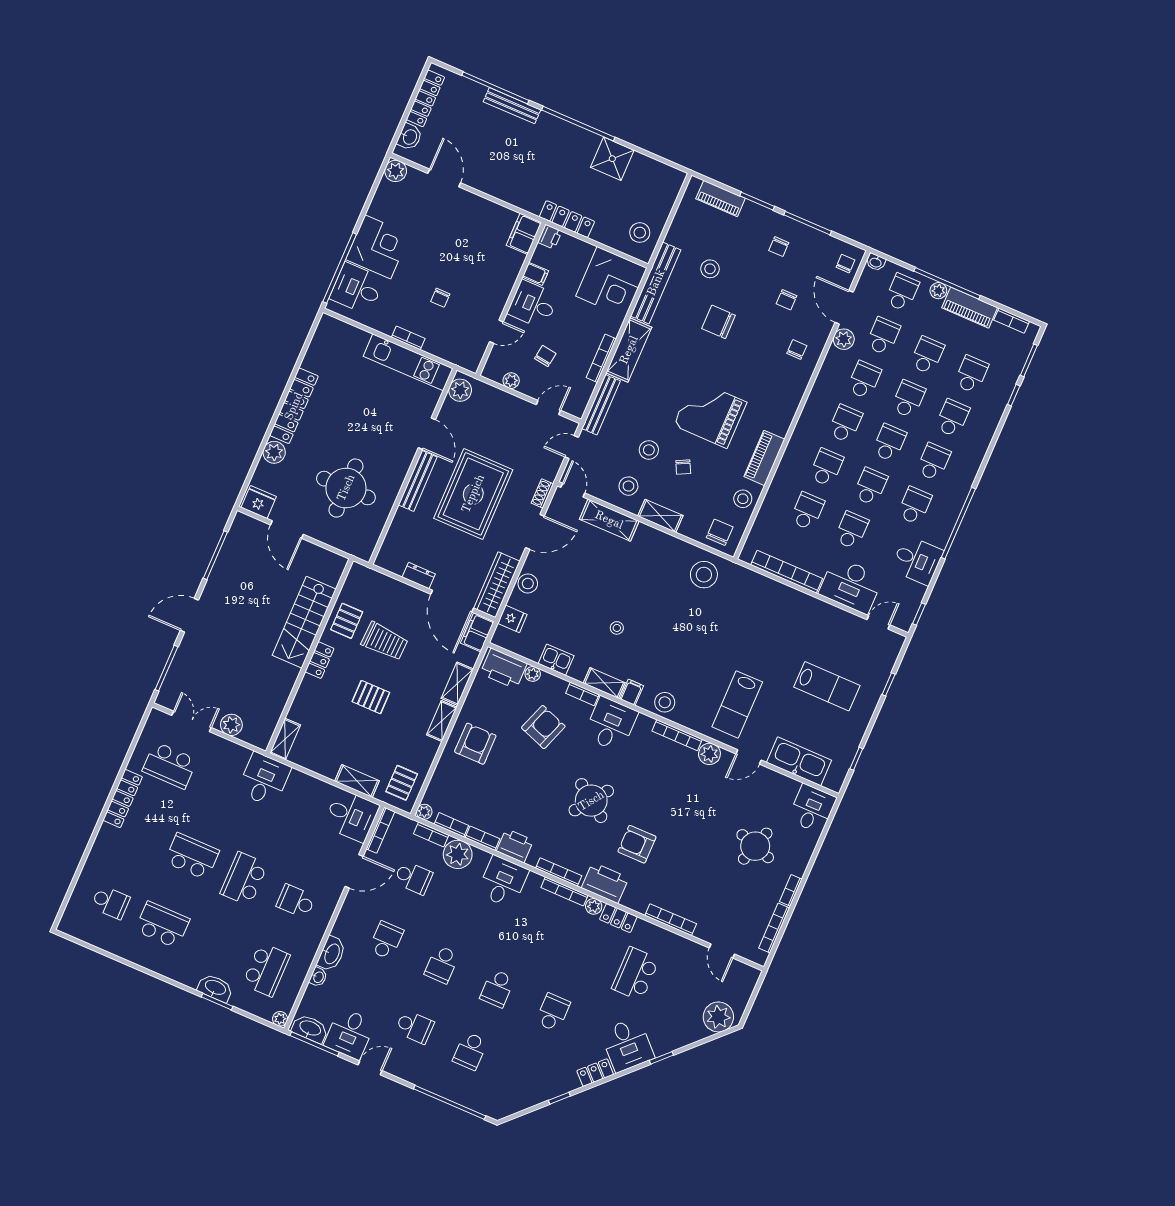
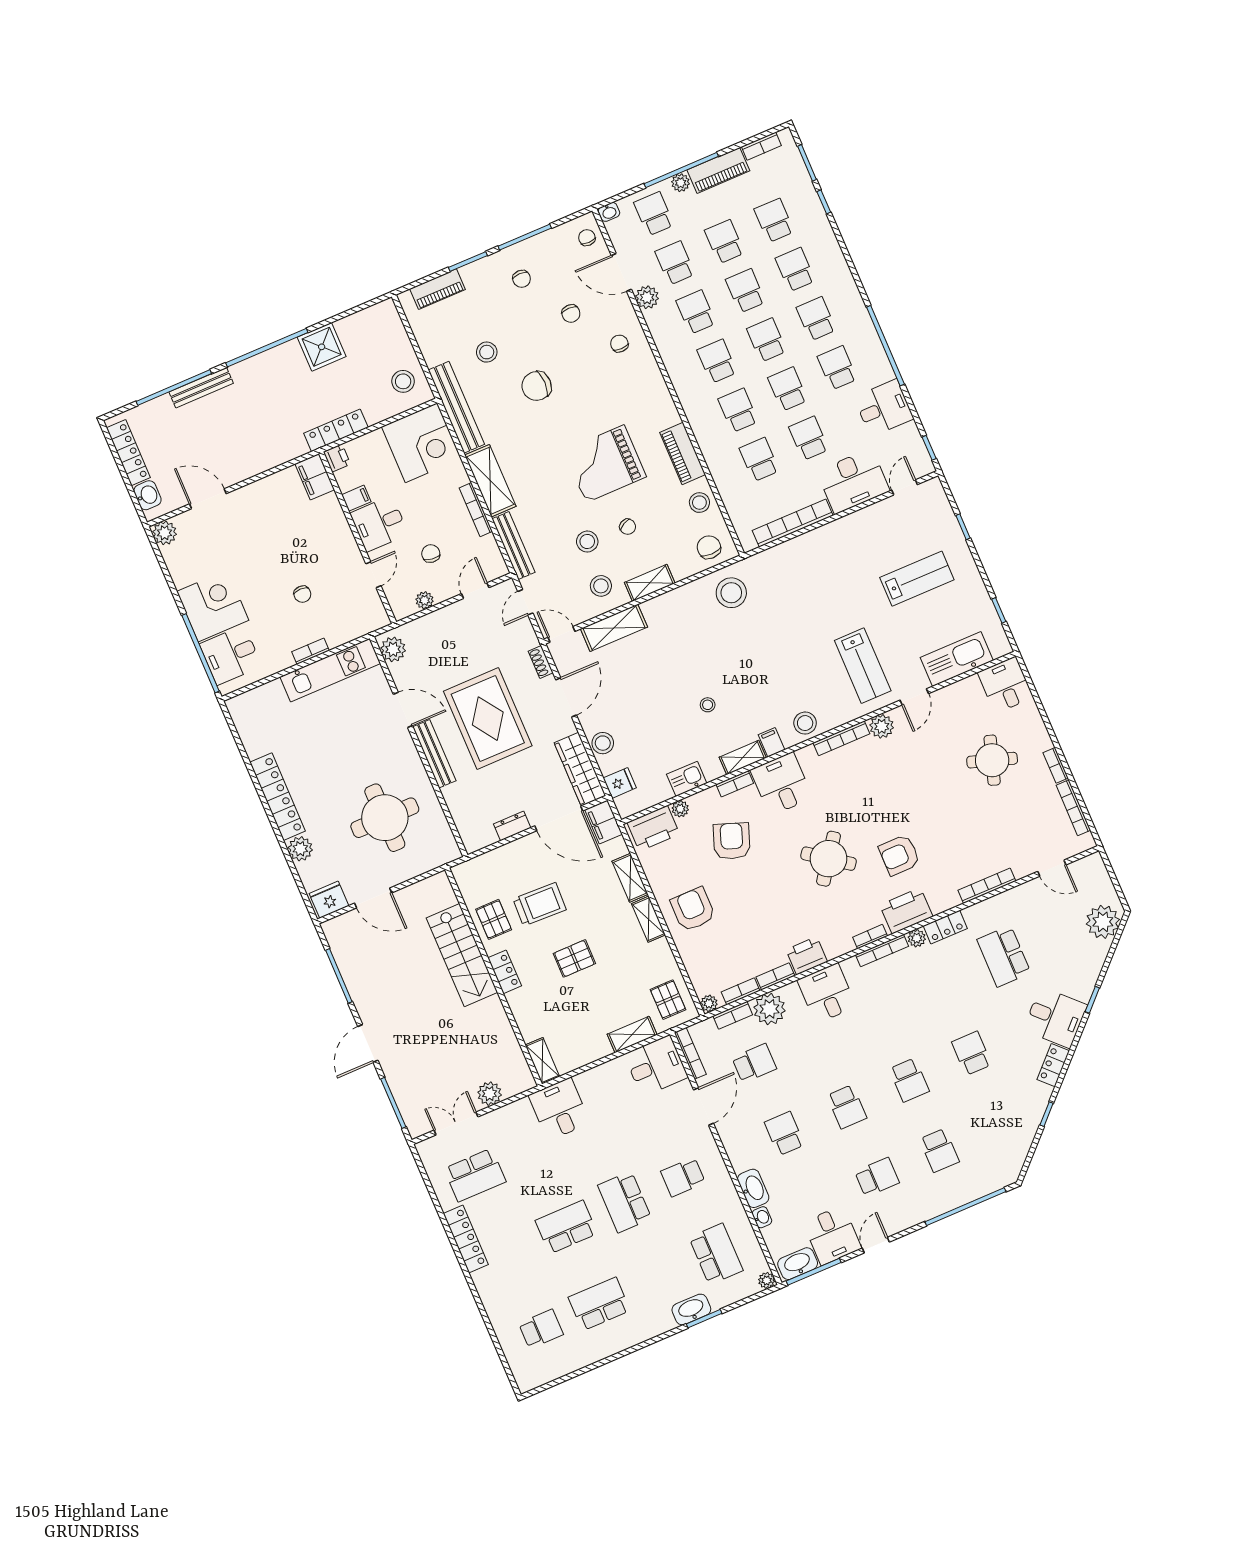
bookcase: (559, 872) -> (870, 937), width x0.64

